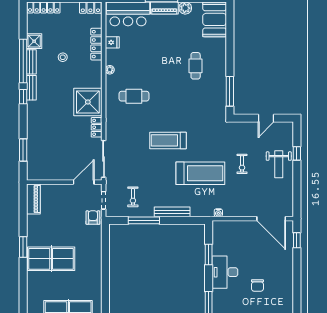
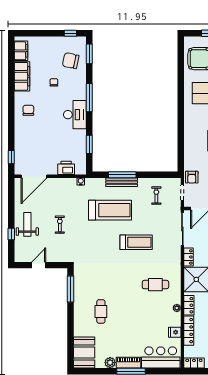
locker: (96, 73) -> (189, 305), added
treadmill: (168, 140) -> (136, 242), moved
treadmill: (200, 173) -> (110, 210), moved, turned 180
door: (271, 219) -> (34, 176), swing flipped
window: (144, 220) -> (122, 175), moved
printer: (235, 228) -> (66, 168), added
desk: (225, 272) -> (75, 115), moved
chair: (257, 285) -> (28, 110), moved

